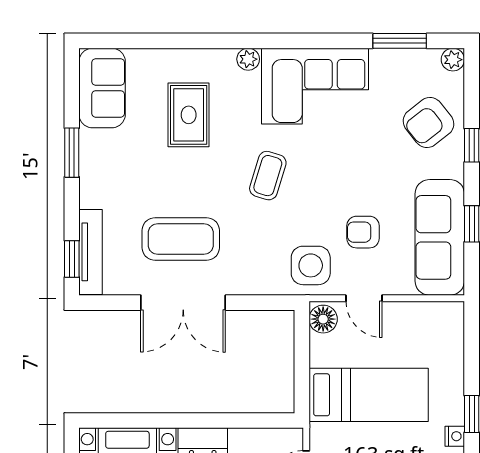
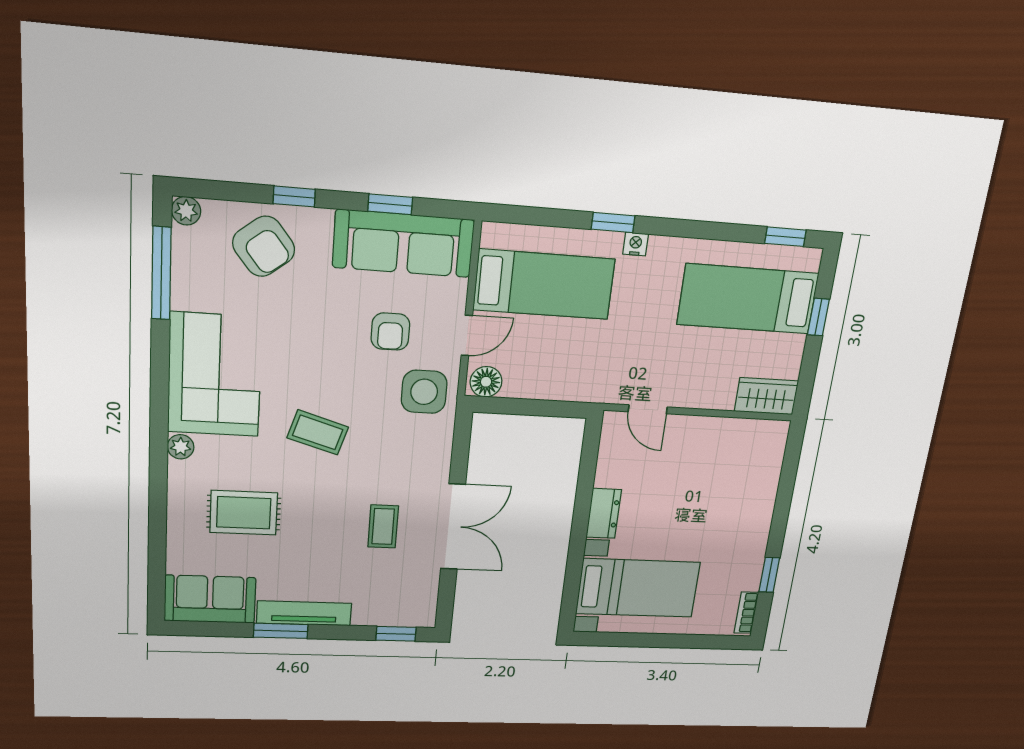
window: (400, 41) -> (161, 273), width x1.44
coffee table: (181, 239) -> (383, 526), width x0.54, depth x0.58
tv unit: (91, 252) -> (304, 613), moved
bed: (369, 395) -> (544, 284), moved, turned 90

